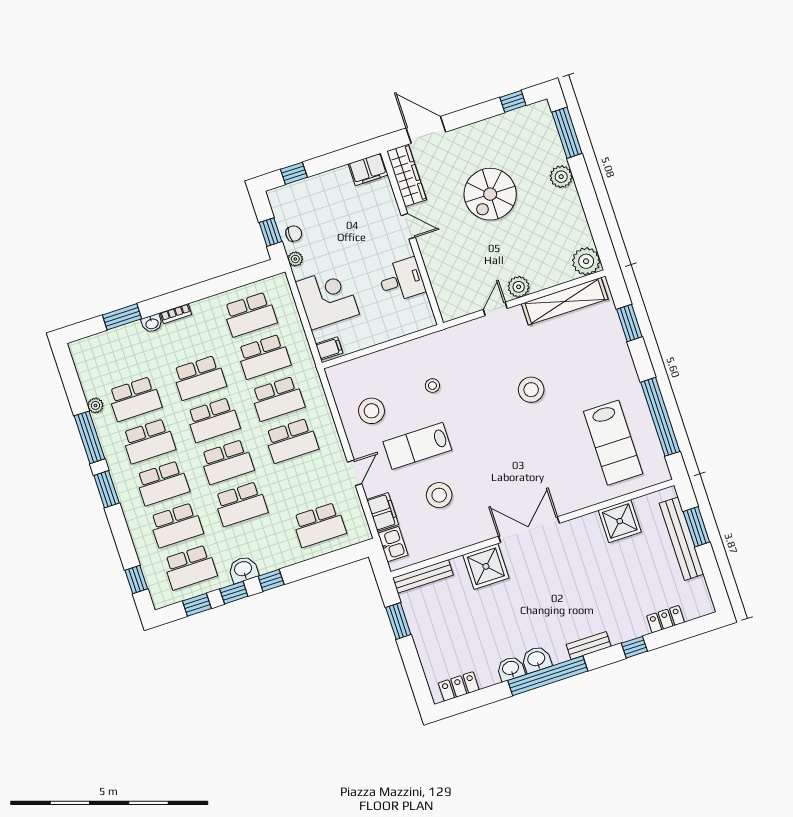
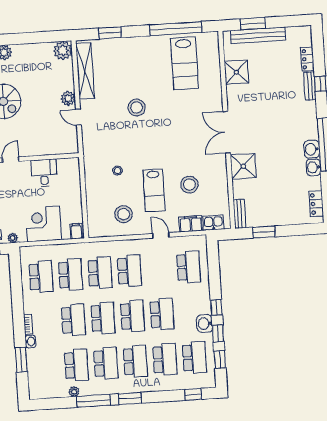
lab bench: (613, 443) -> (185, 63), turned 90
bench: (423, 576) -> (240, 214), width x0.73
bench: (589, 646) -> (310, 86), moved

